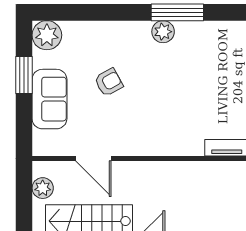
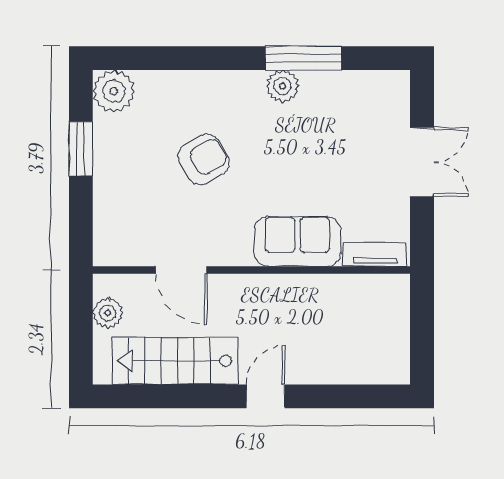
armchair: (109, 82) -> (204, 159), width x1.38, depth x1.38
sofa: (49, 99) -> (297, 241), moved, turned -90

